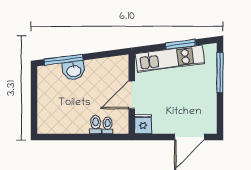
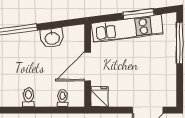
washbasin: (74, 71) -> (52, 38), moved
toilet: (96, 125) -> (28, 97), moved

